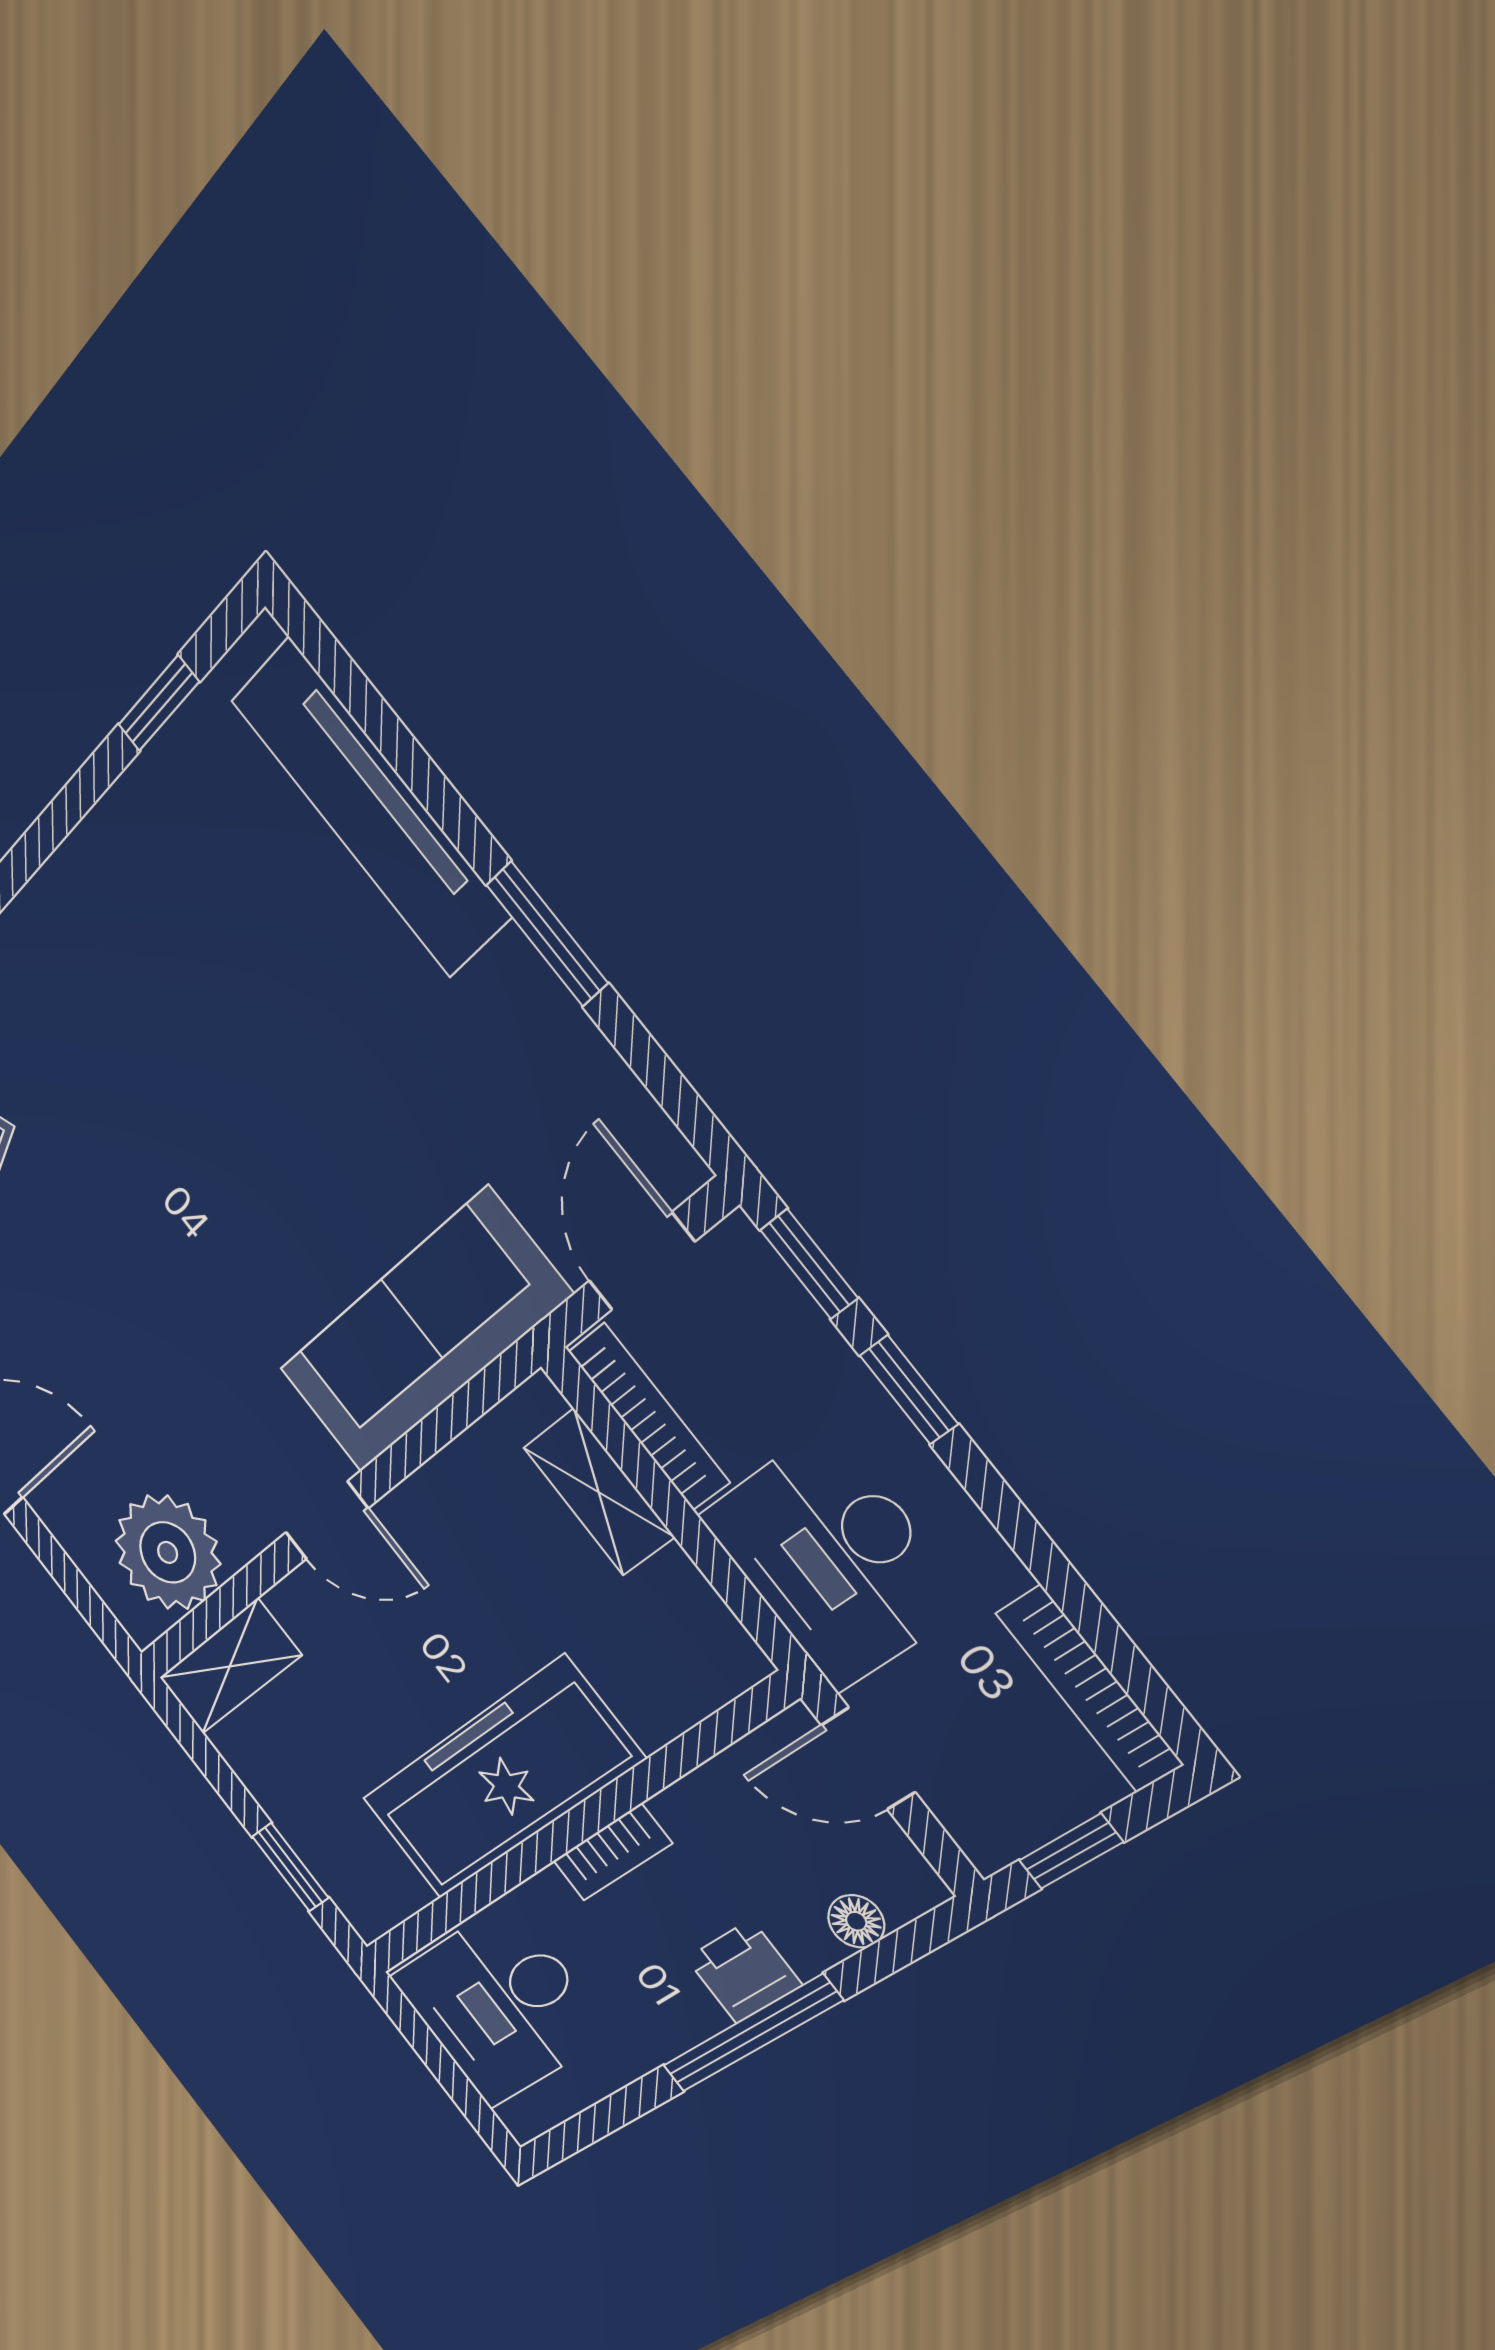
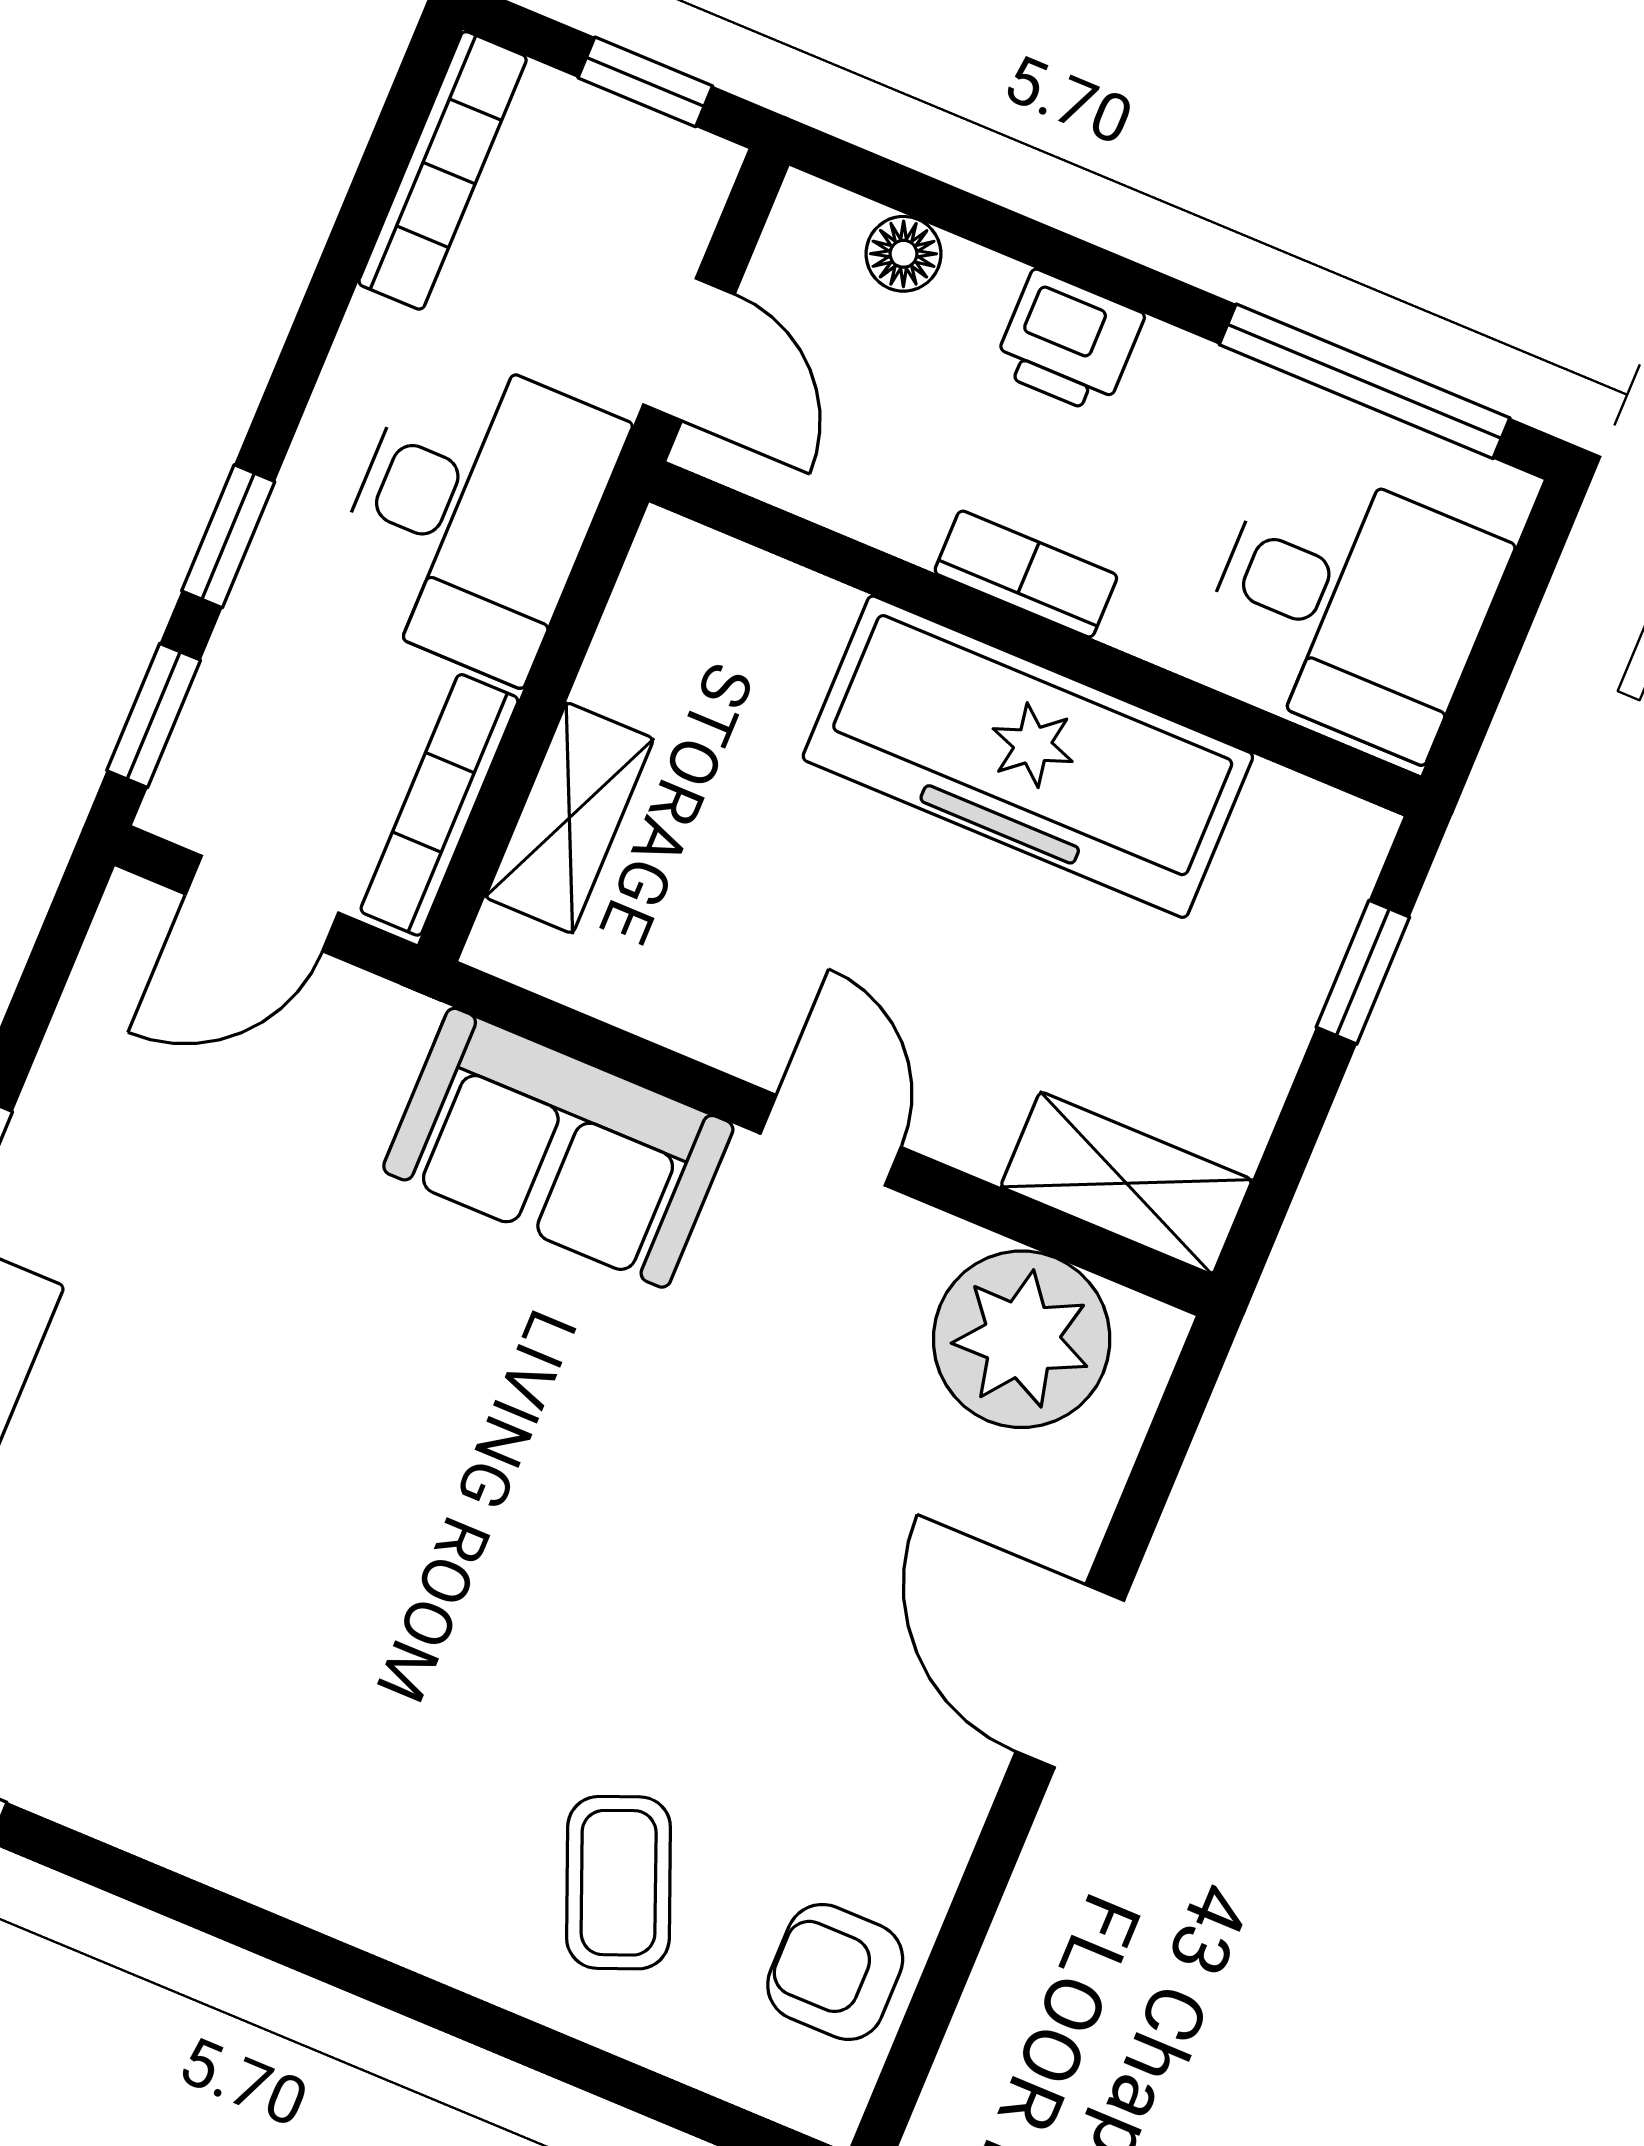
sofa: (423, 1332) -> (558, 1148), width x0.73
window: (752, 2034) -> (1365, 381), moved

